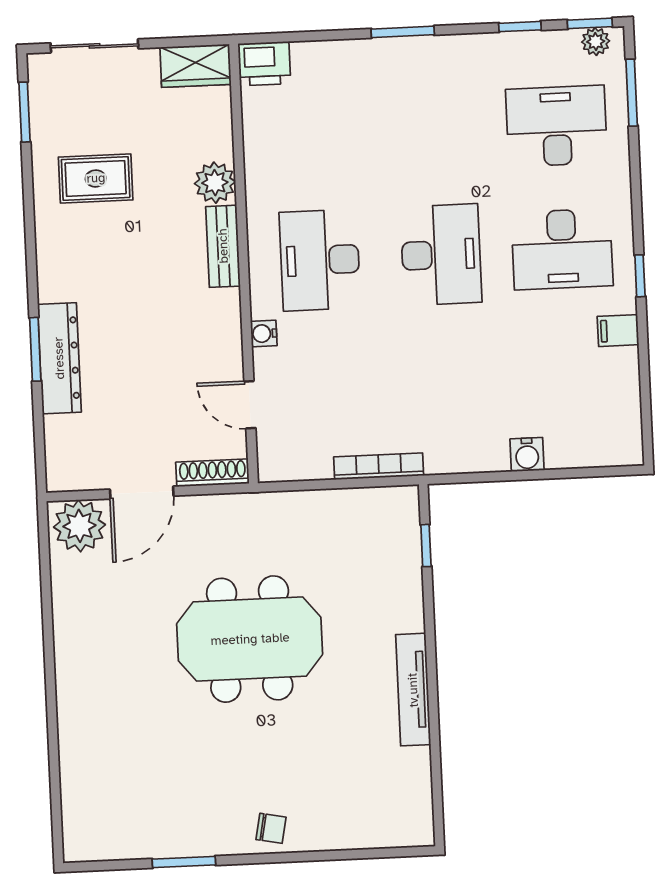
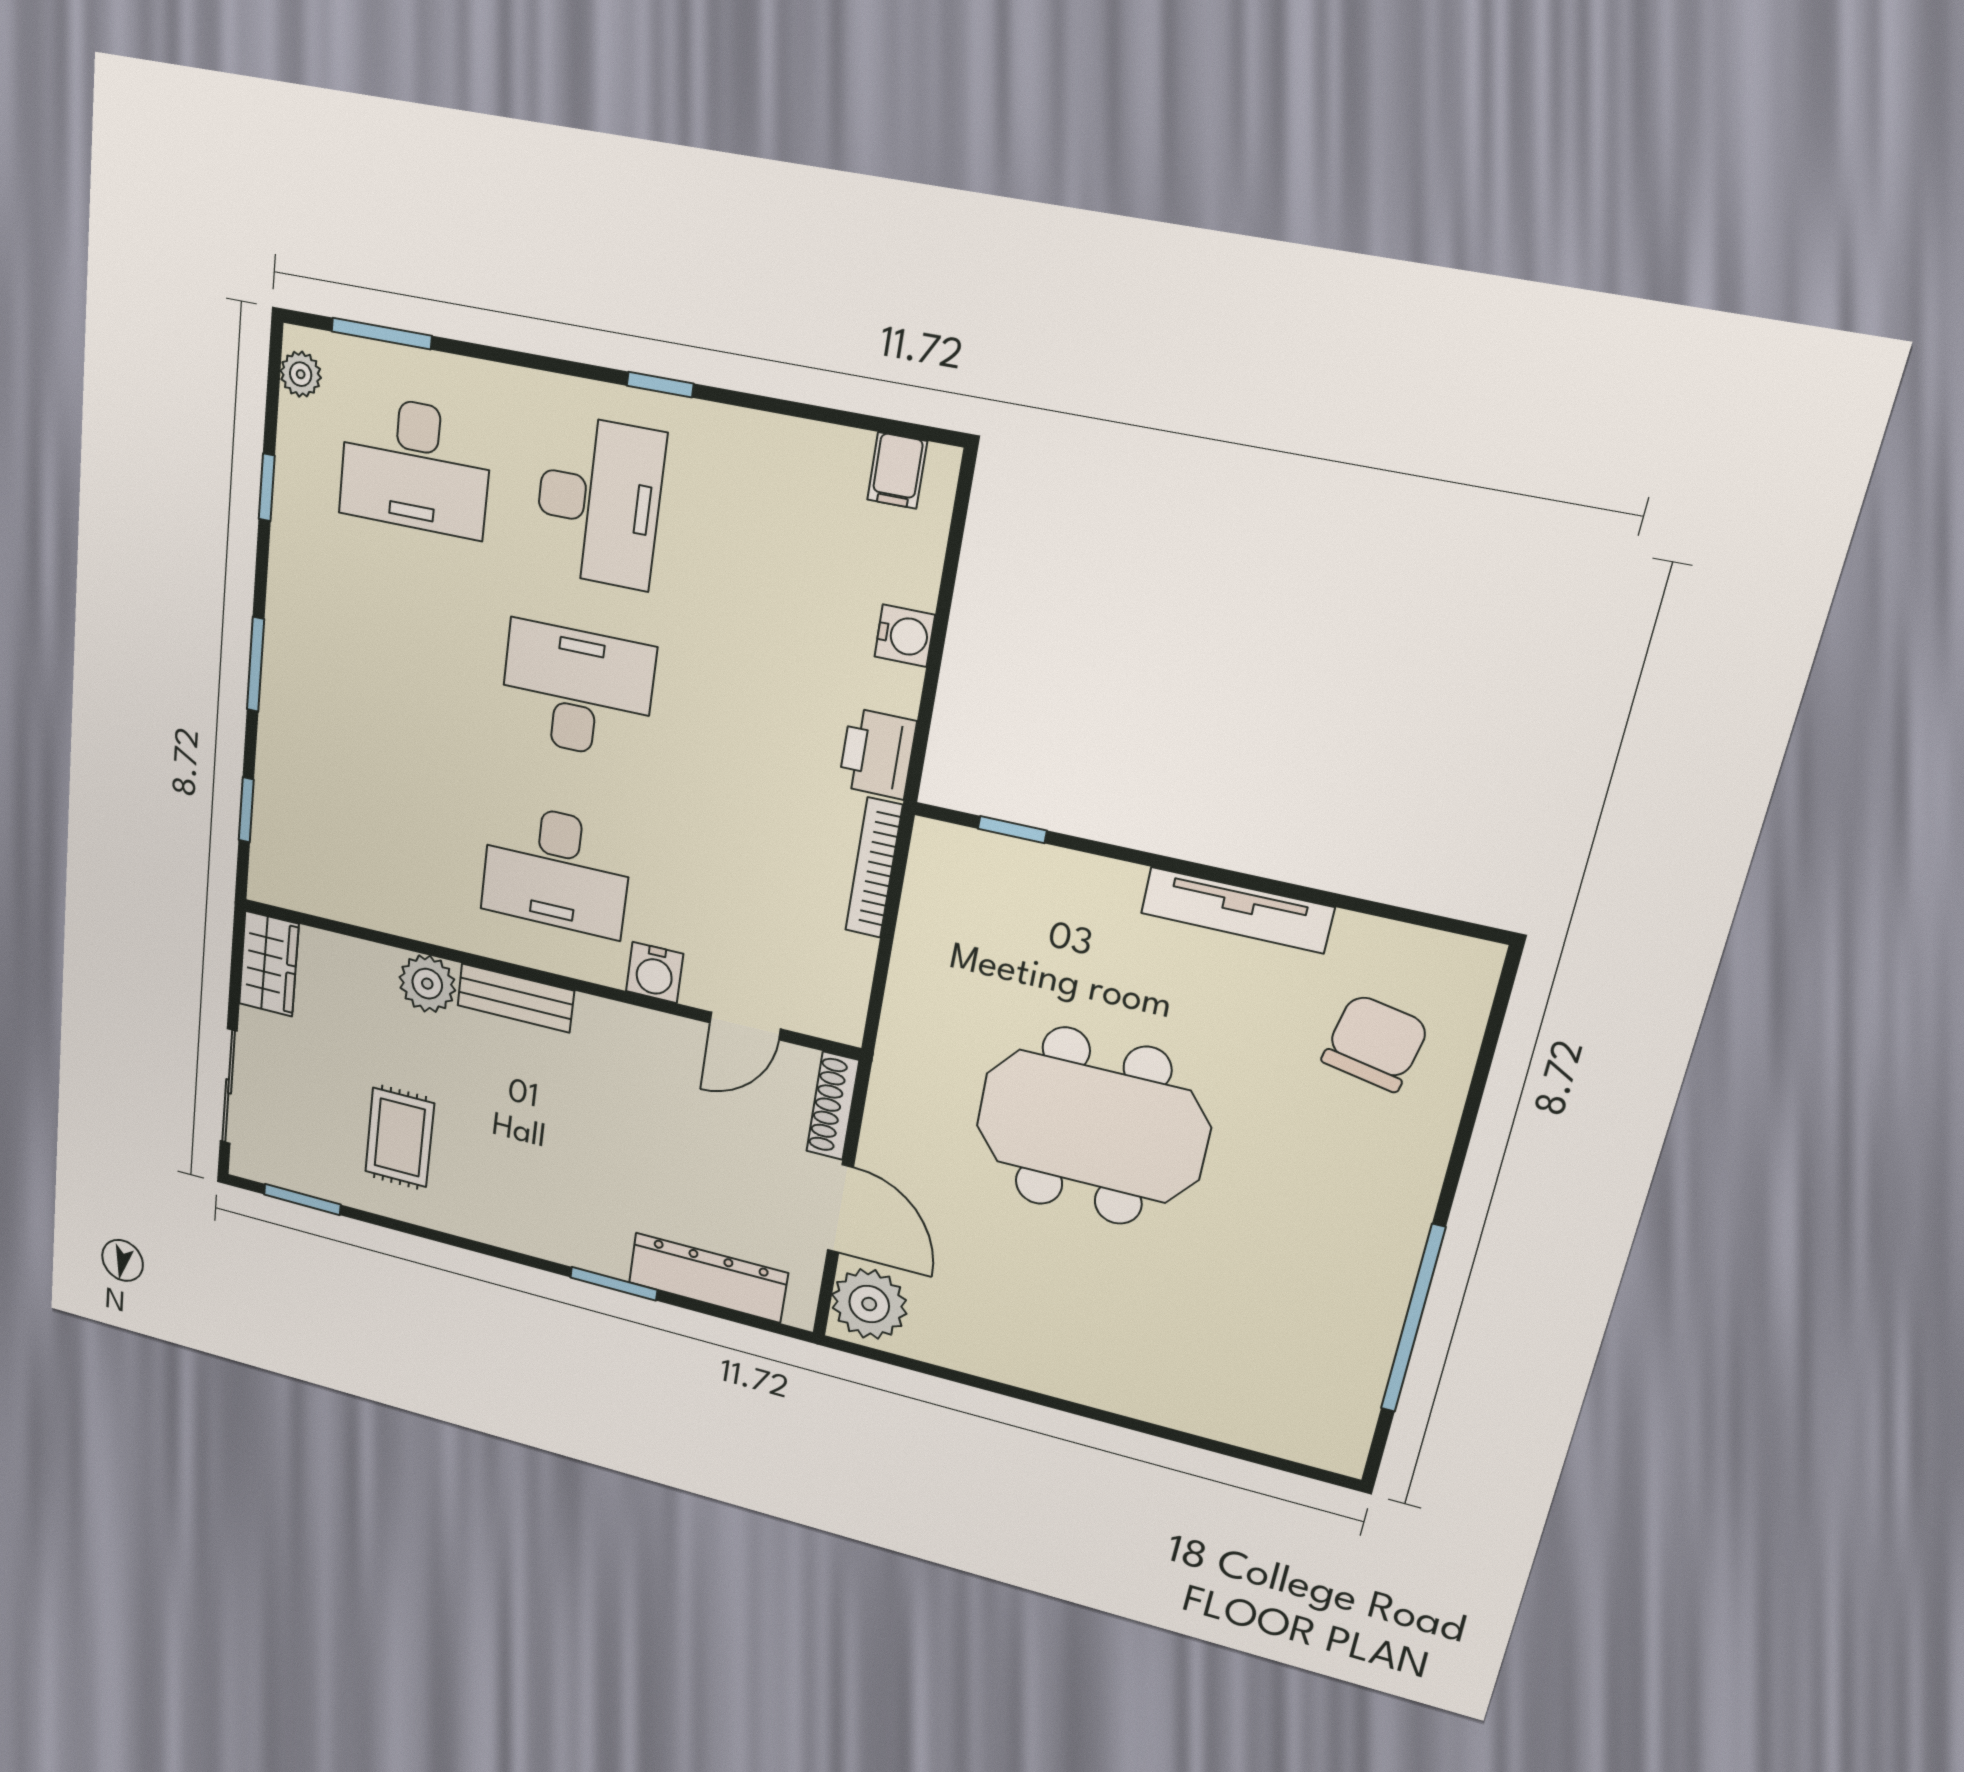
window: (590, 23) -> (246, 810), moved
printer: (264, 64) -> (877, 754), moved, turned 180
desk: (557, 126) -> (415, 466), turned -90
filing cabinet: (618, 331) -> (897, 471), moved
water cooler: (264, 333) -> (655, 972), width x1.38, depth x1.38
dresser: (59, 358) -> (708, 1278), moved
meeting table: (250, 639) -> (1092, 1126), turned 90
chair: (271, 828) -> (1375, 1043), moved, width x1.87, depth x1.87
window: (184, 862) -> (1413, 1319), width x2.11

